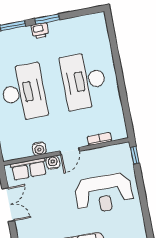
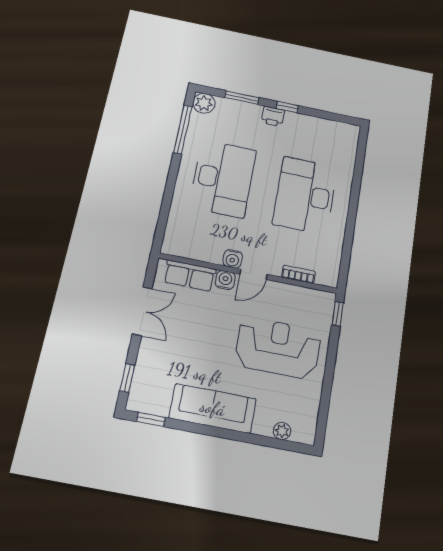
window: (47, 19) -> (287, 107), width x0.67
water cooler: (39, 149) -> (233, 259), moved
reception desk: (104, 193) -> (278, 348), turned 180

